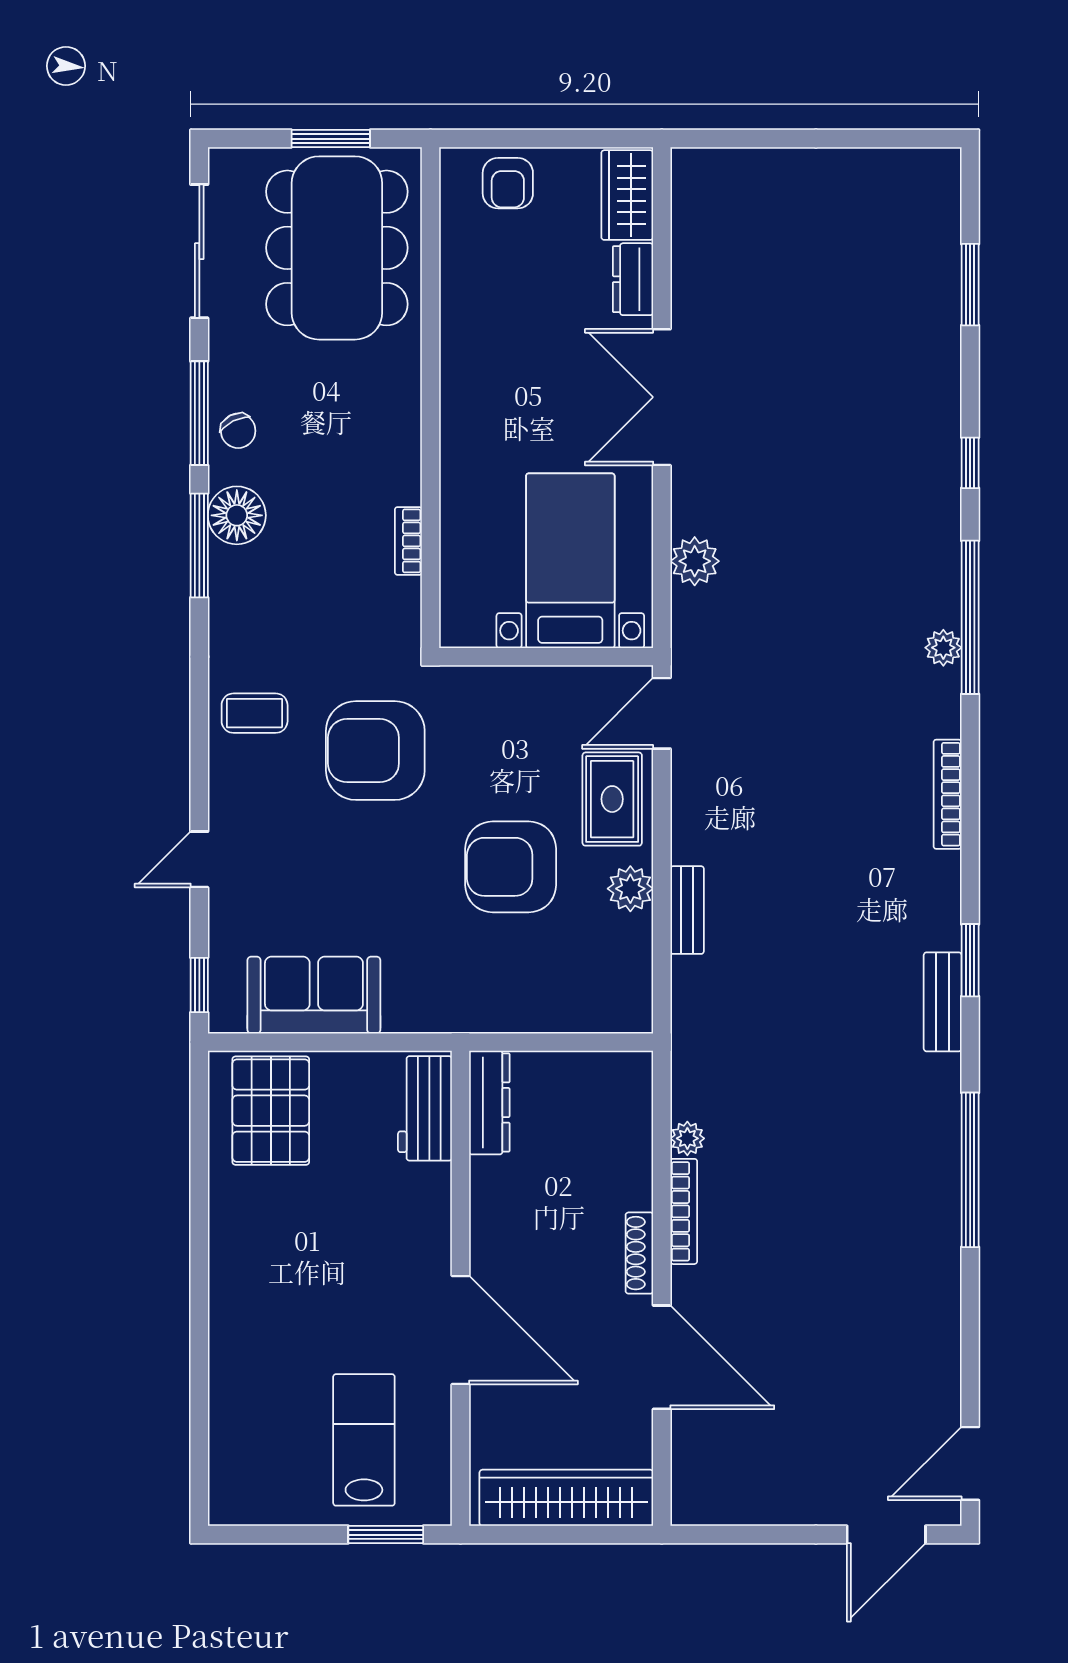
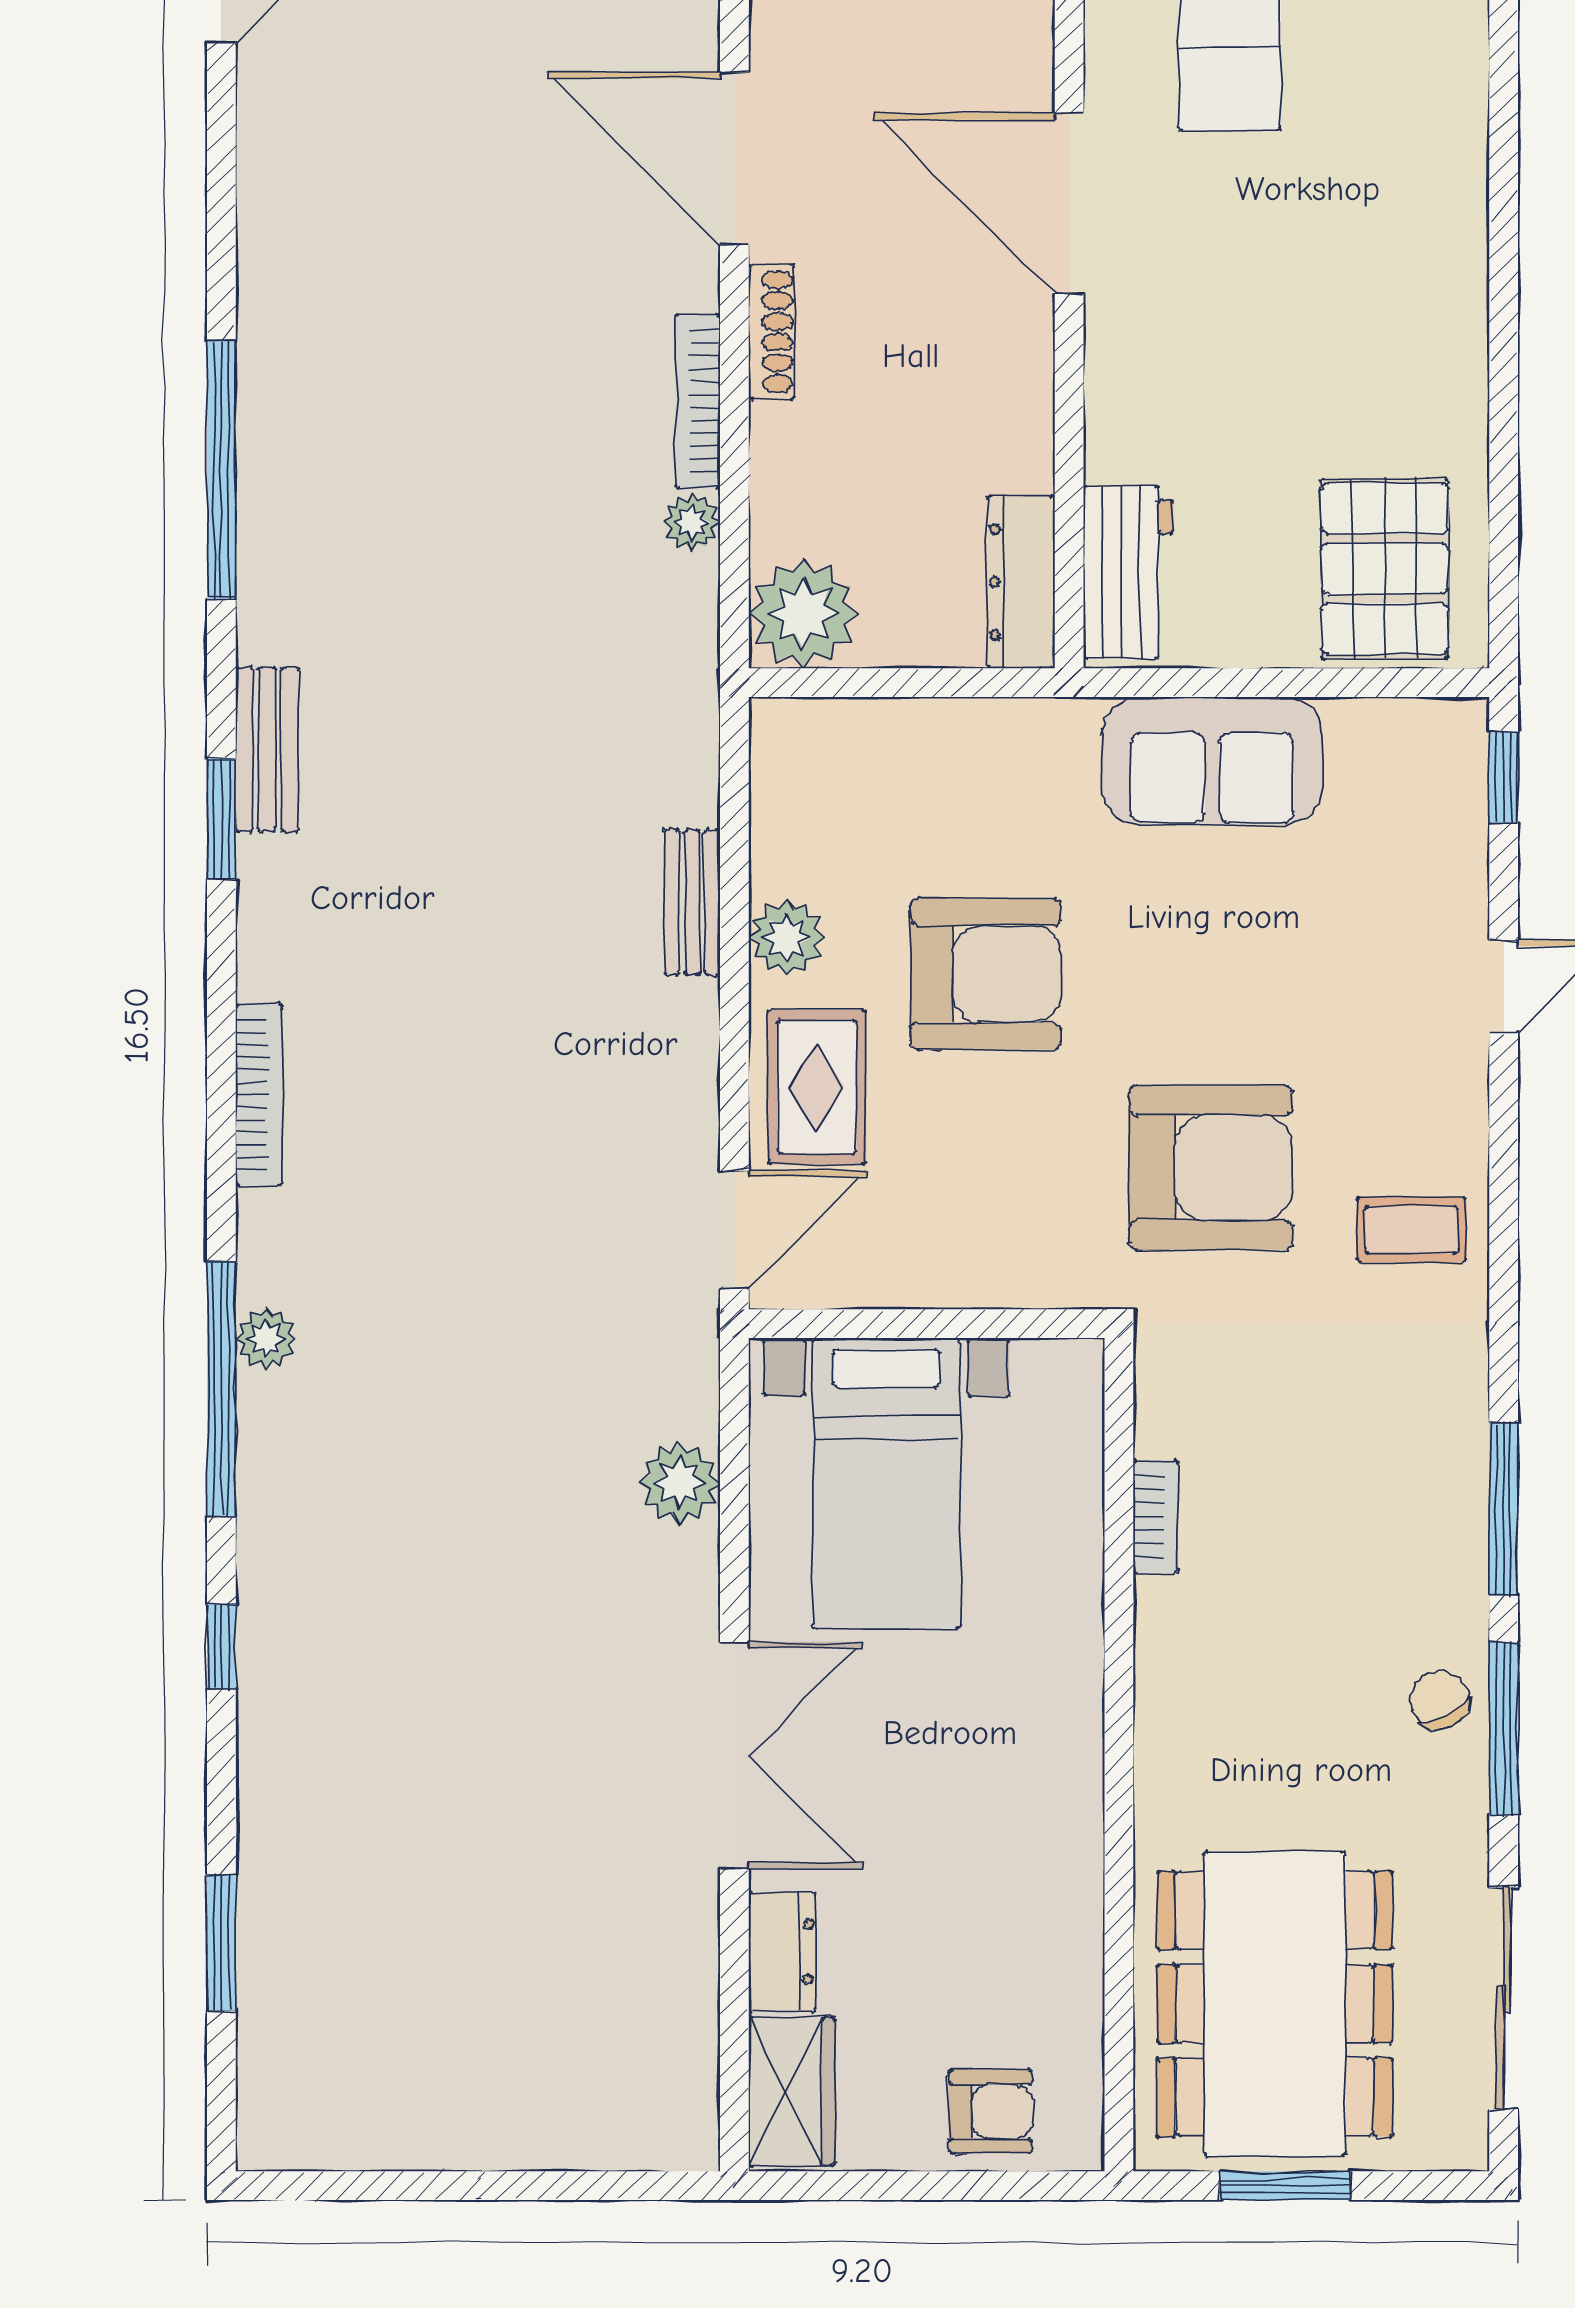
armchair: (508, 183) -> (990, 2111), turned 90
floor lamp: (237, 515) -> (1441, 1559), removed
sofa: (314, 995) -> (1212, 761), moved
plant: (620, 1084) -> (803, 614), added

